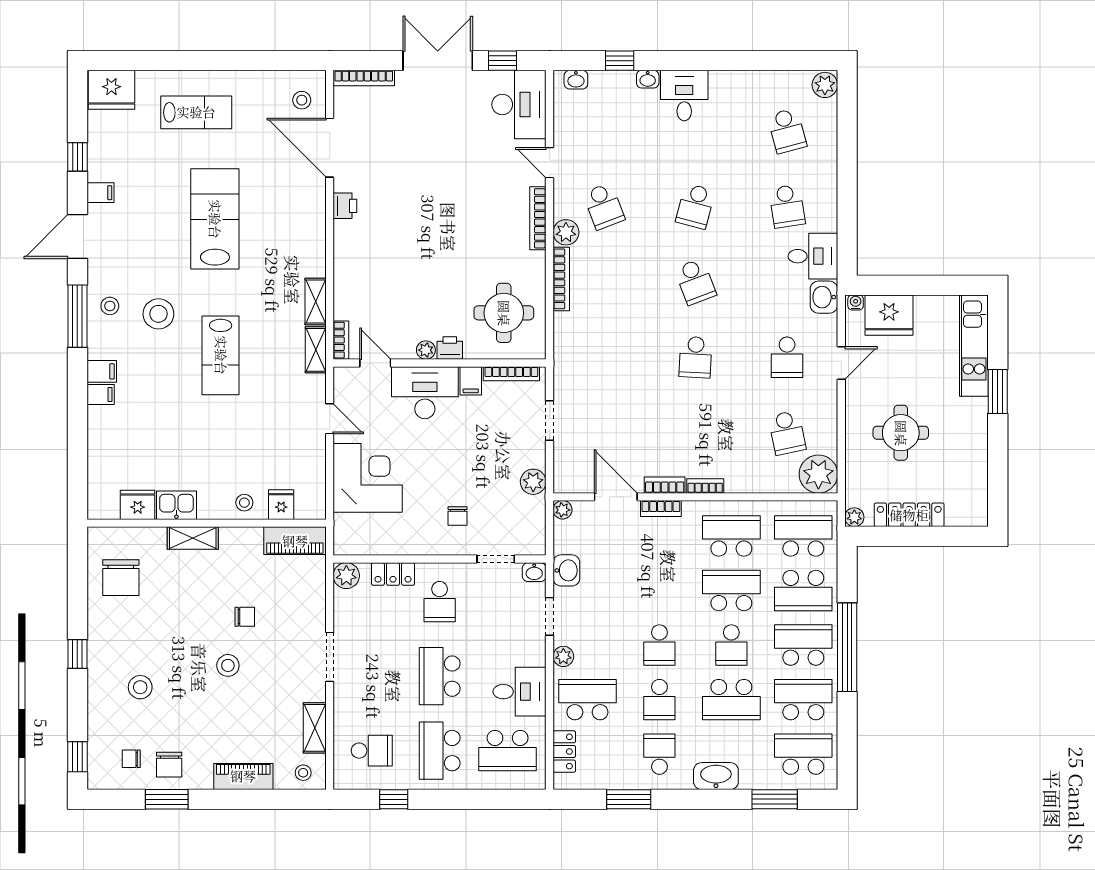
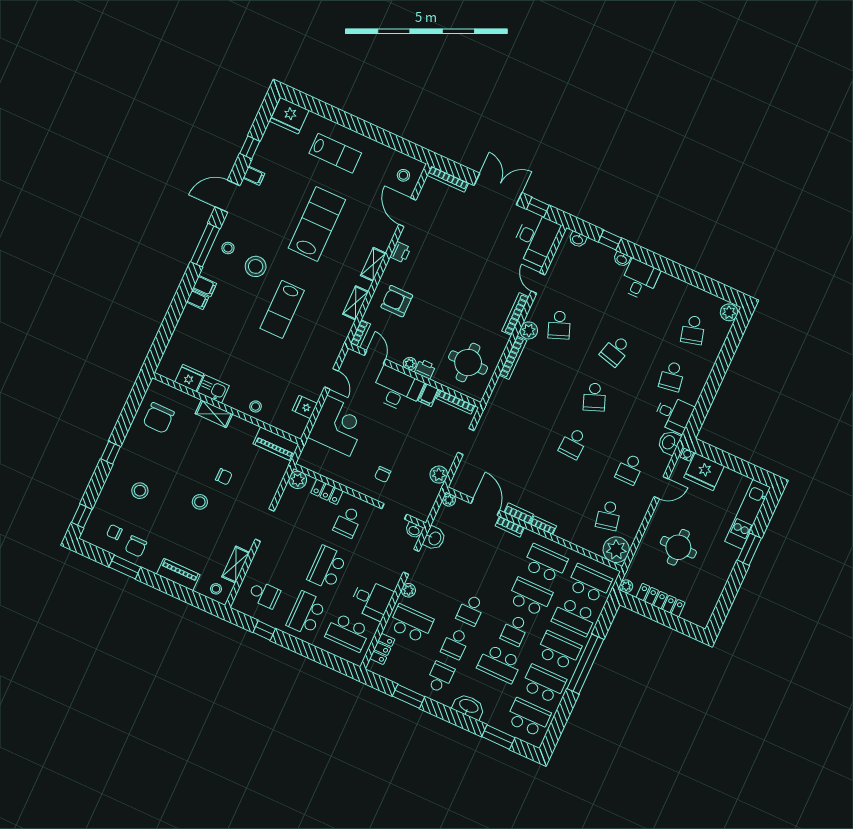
door: (330, 148) -> (407, 212), width x0.73
armchair: (370, 274) -> (397, 301), added
shelving: (316, 350) -> (373, 264), moved
fridge: (281, 505) -> (305, 407), moved, turned -90

